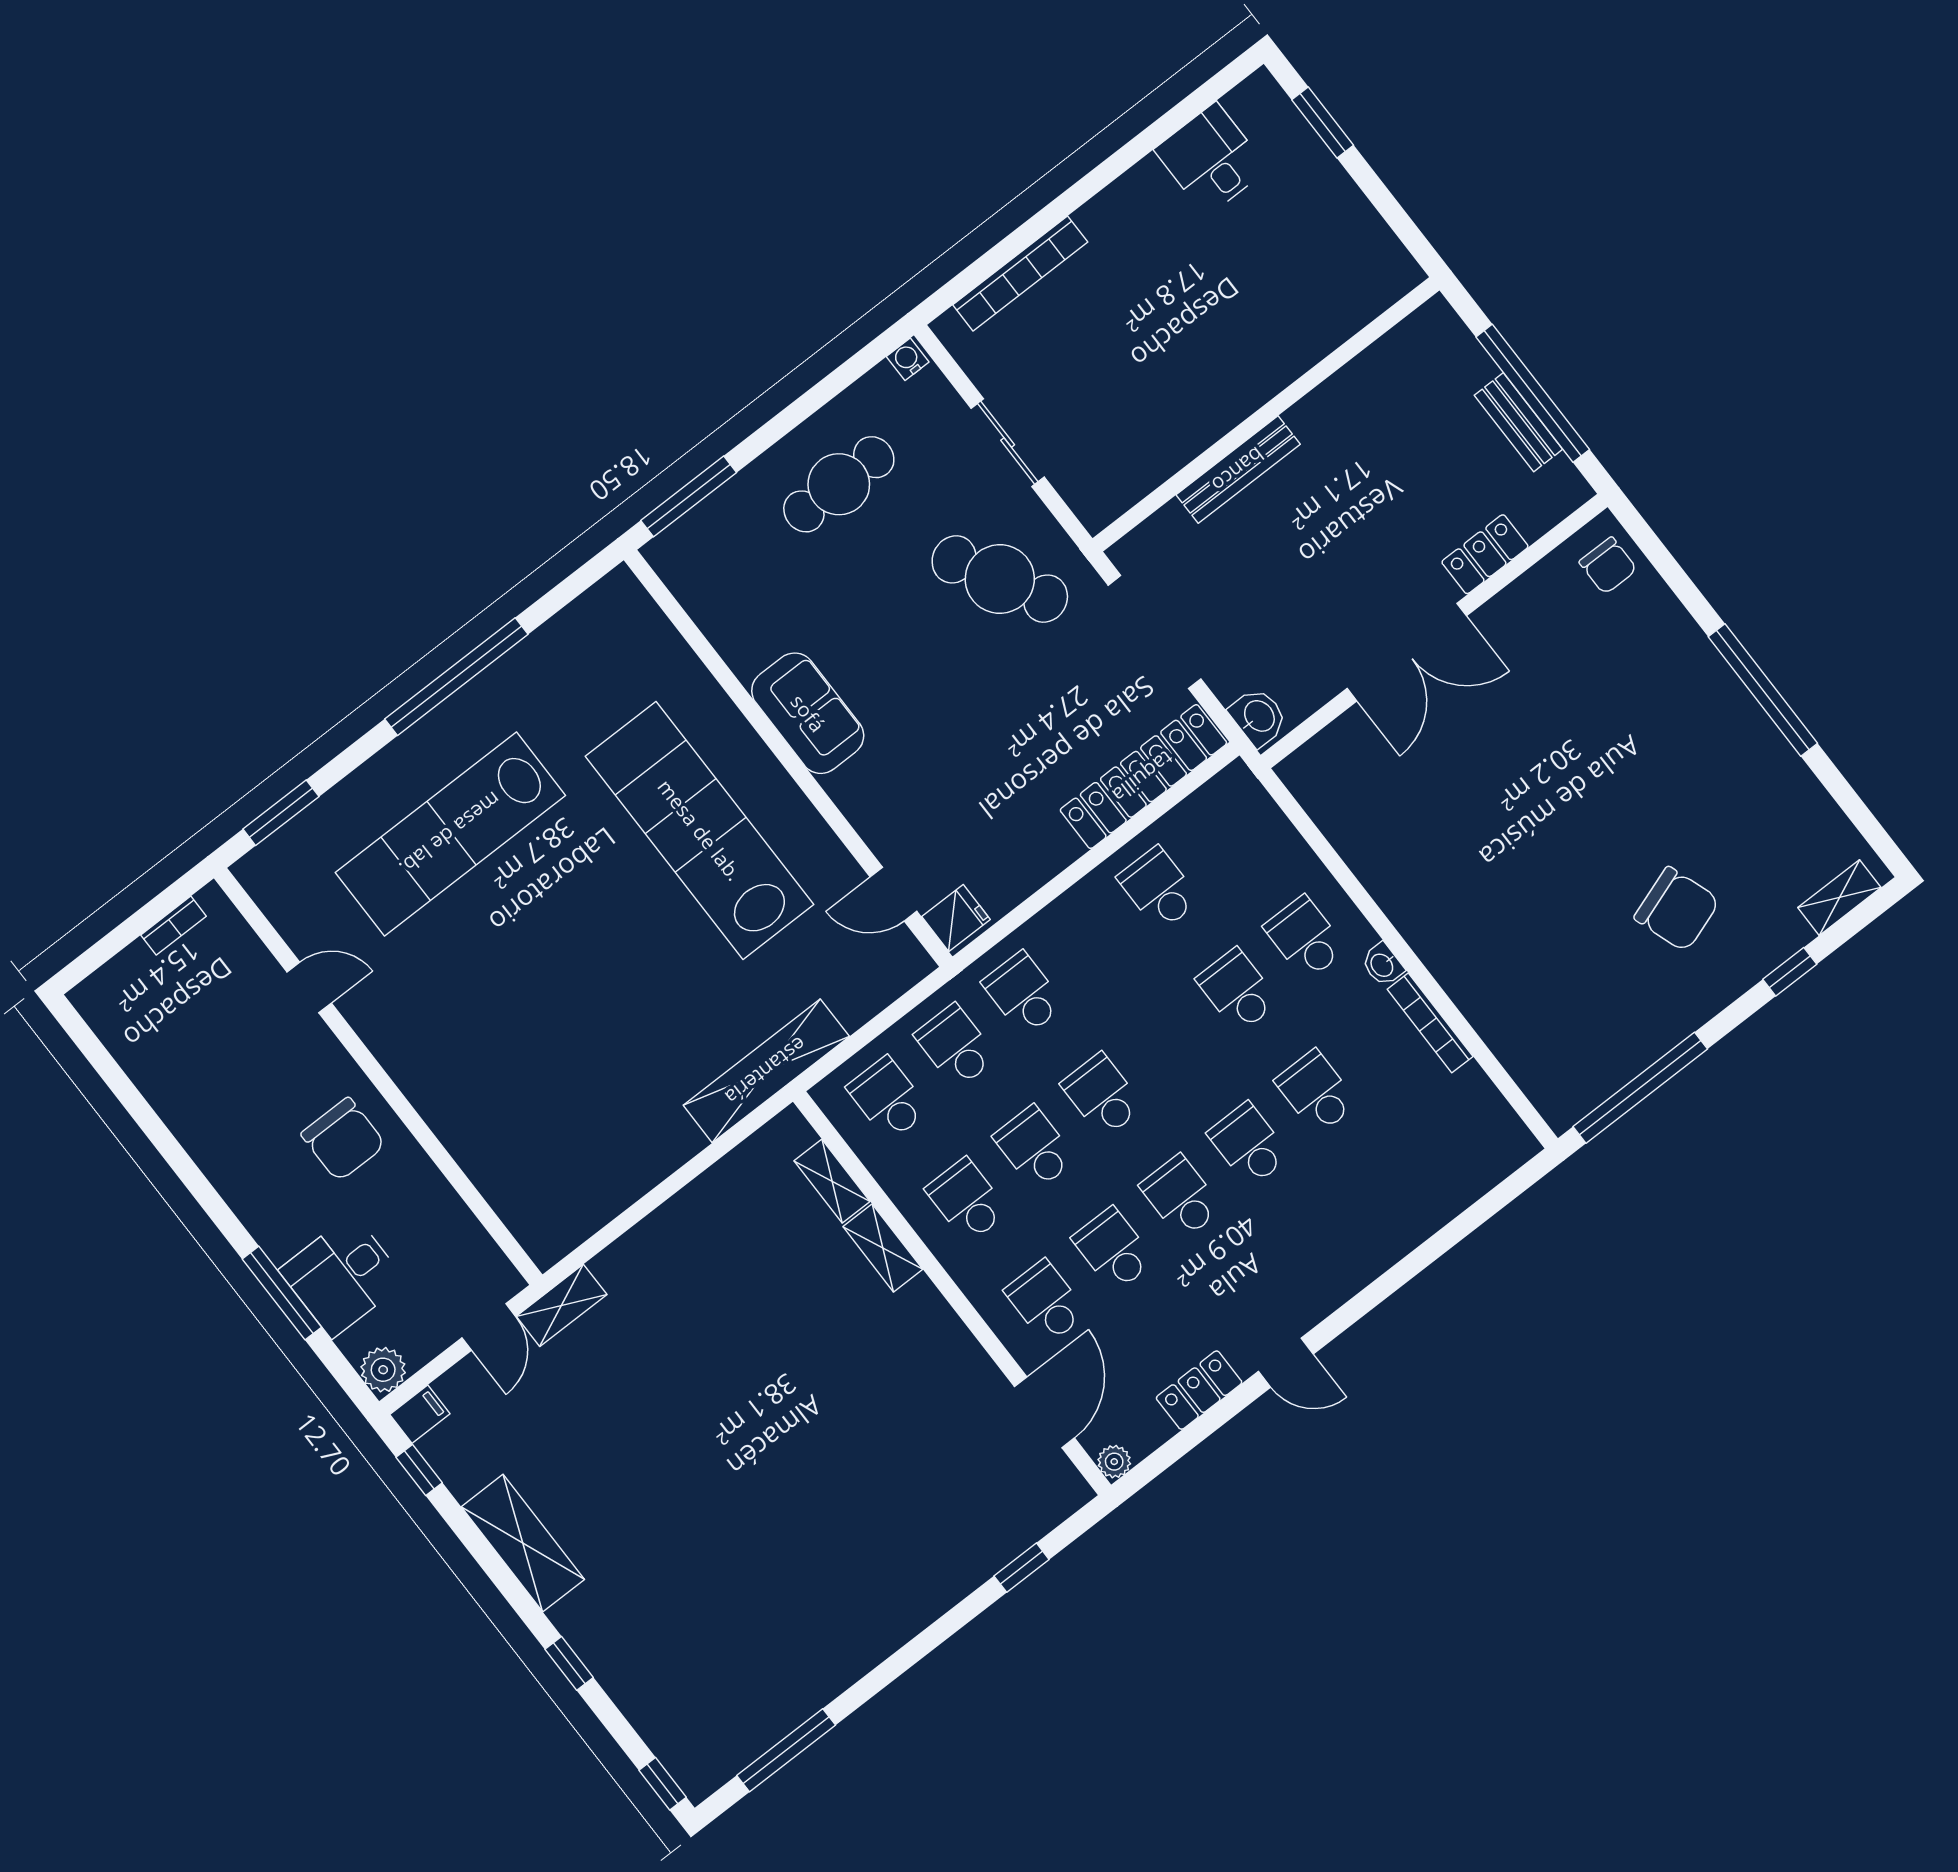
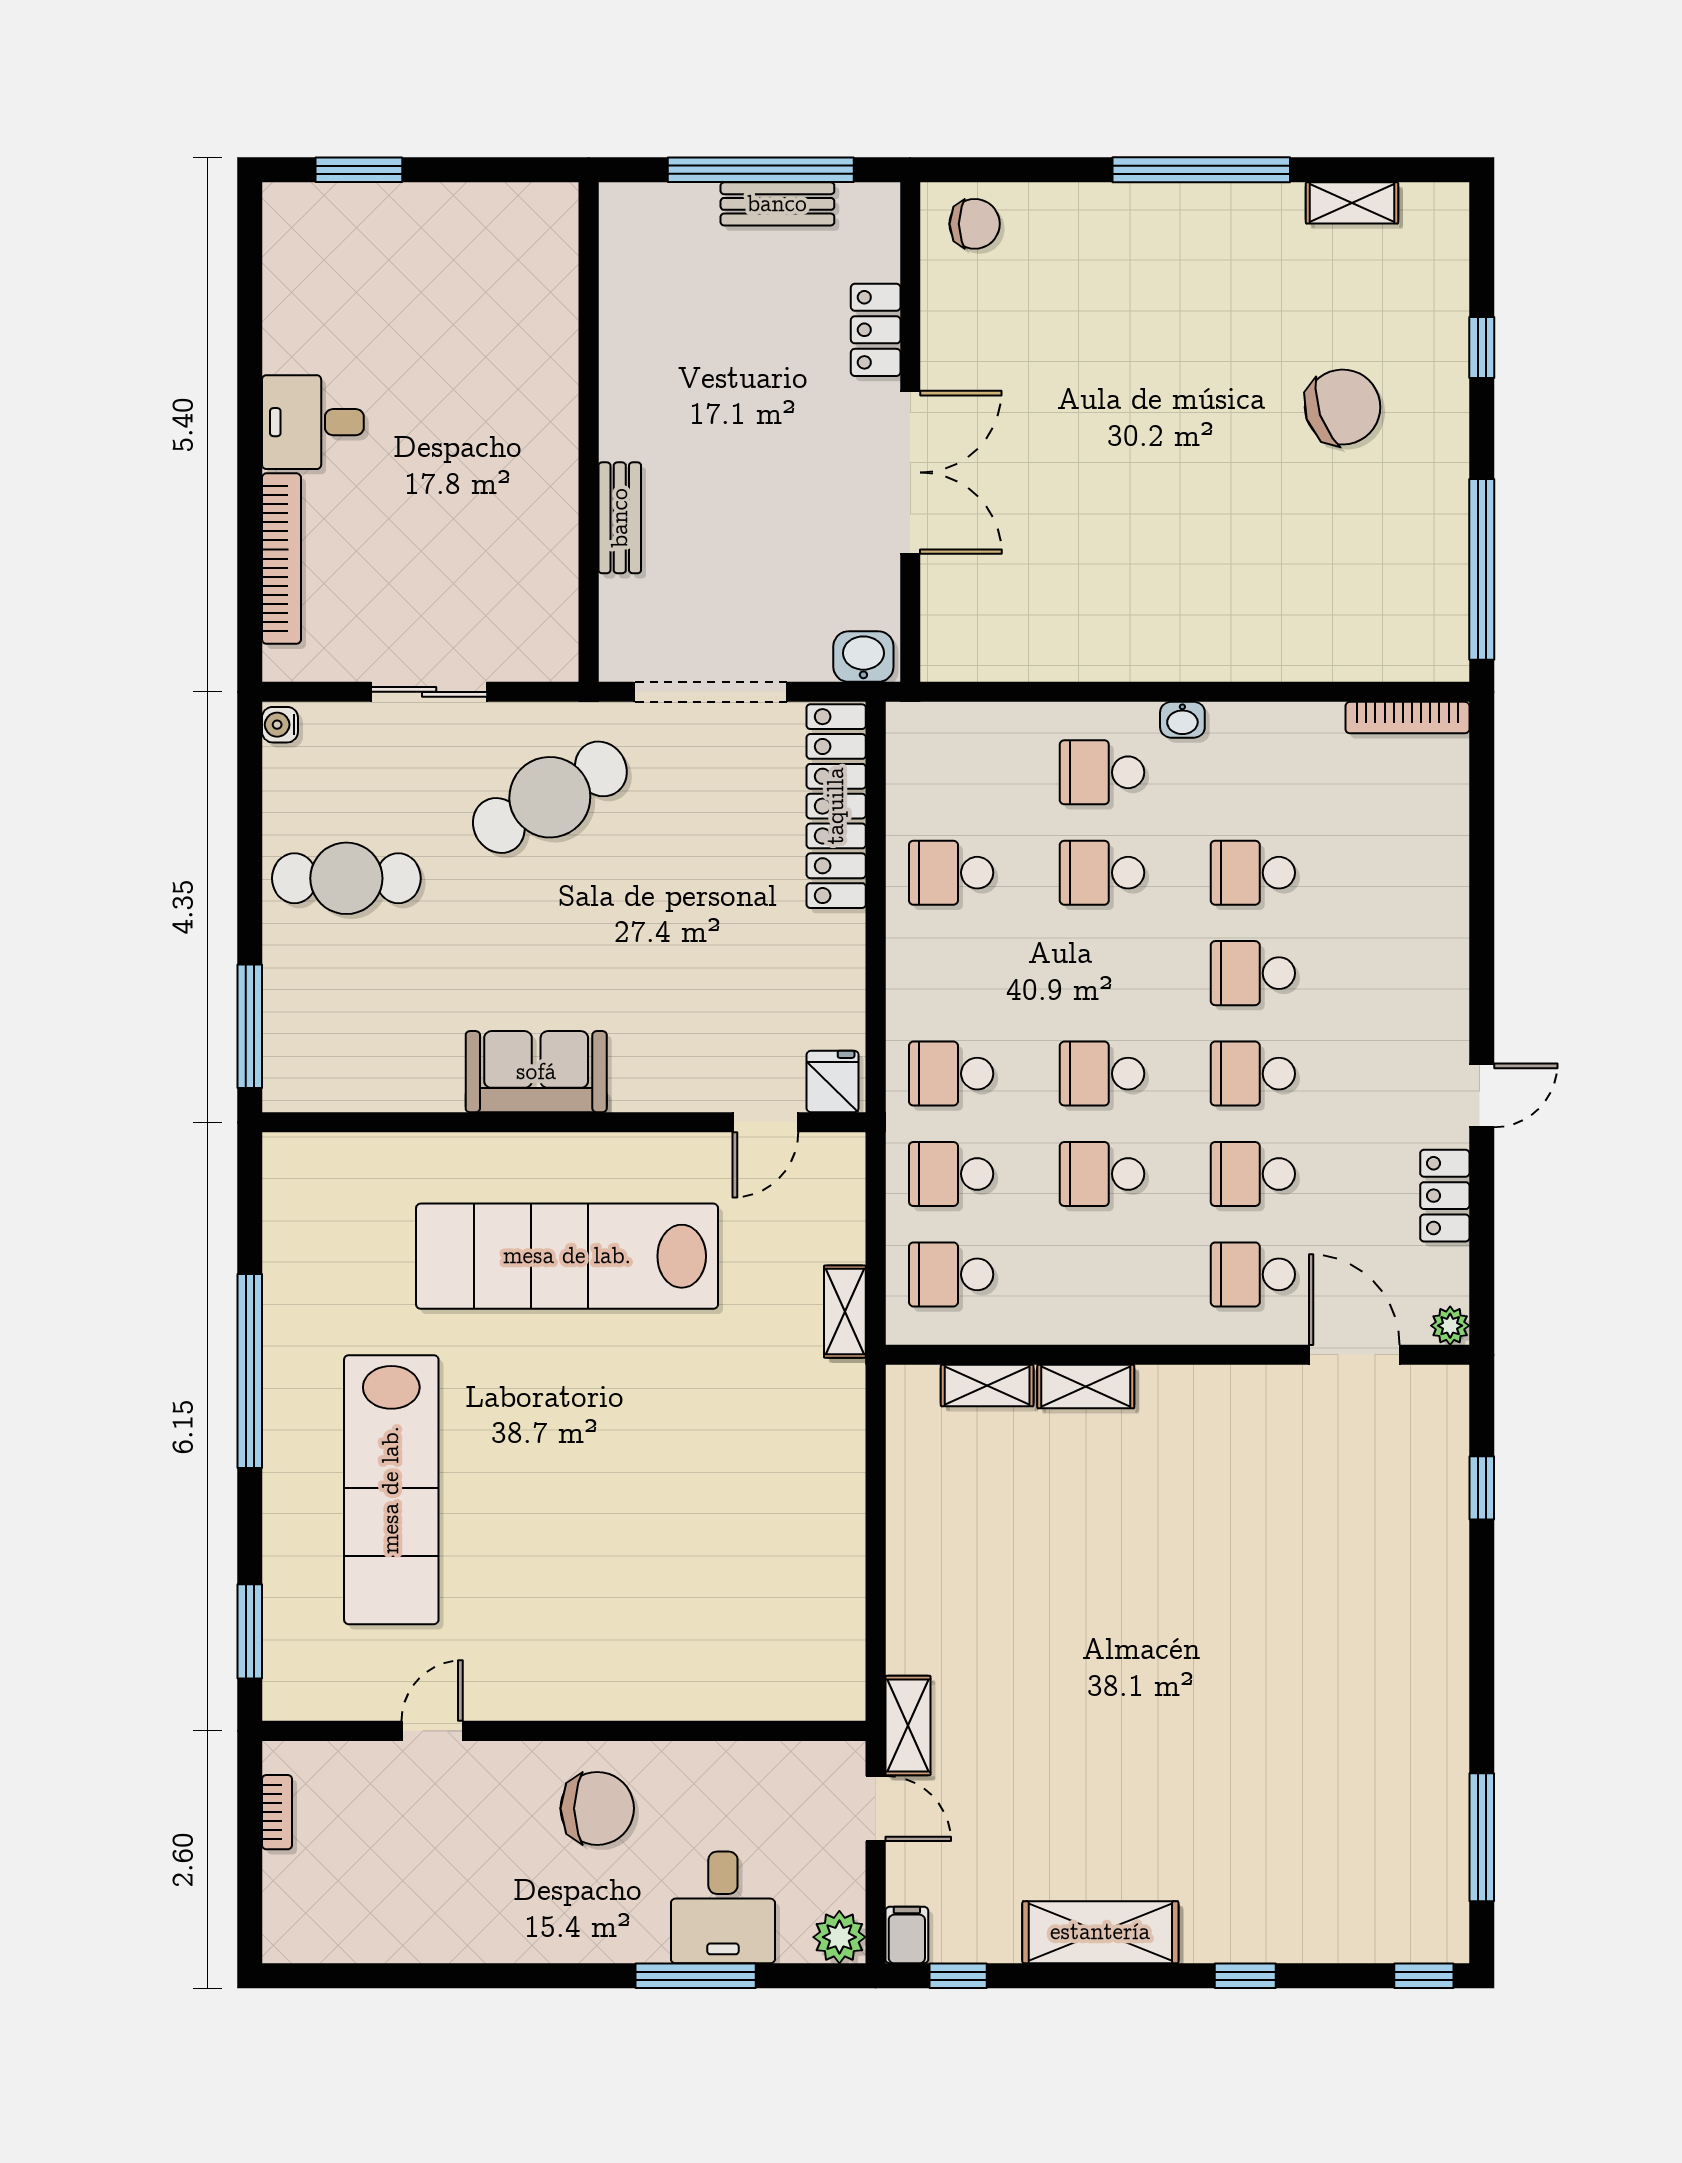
desk: (1211, 159) -> (313, 422), moved
bench: (1238, 470) -> (620, 518), width x0.73
cafe table: (839, 484) -> (346, 878), turned 90
shelving: (1839, 898) -> (1352, 203), moved, turned 90
bookcase: (1430, 1023) -> (1407, 718), moved
shelving: (766, 1071) -> (845, 1312), width x0.45, depth x0.75
school desk: (967, 1200) -> (1102, 1274), removed

